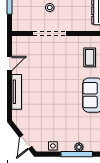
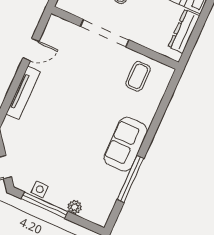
coffee table: (90, 57) -> (138, 76), moved
window: (77, 154) -> (44, 205), moved

